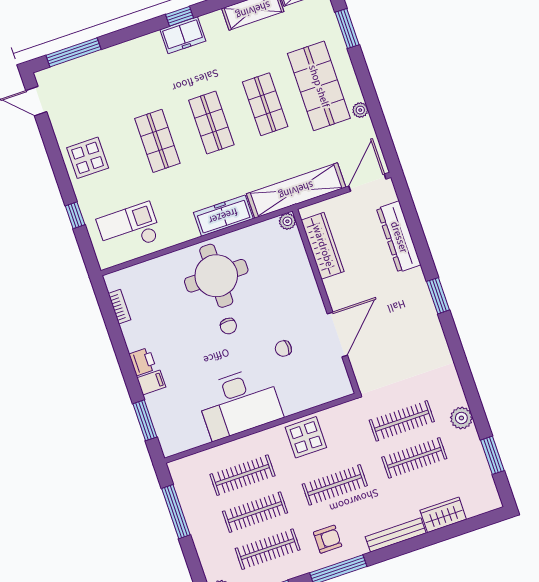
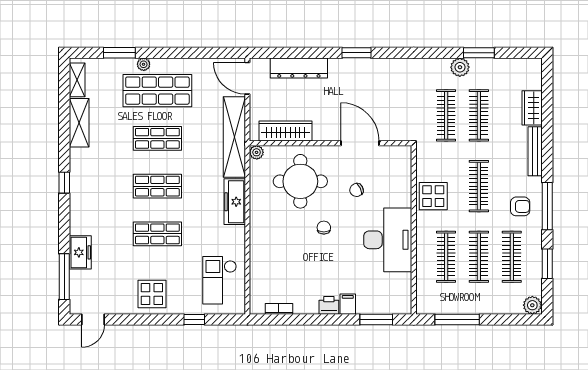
freezer: (183, 35) -> (80, 252), moved
plant: (360, 110) -> (144, 64), moved
round table: (216, 276) -> (300, 181), moved
chair: (228, 326) -> (324, 228), turned -90
chair: (283, 348) -> (357, 190), turned 65
window: (492, 455) -> (479, 53), moved
armchair: (328, 539) -> (520, 206), turned 90

